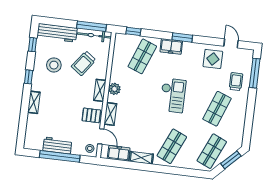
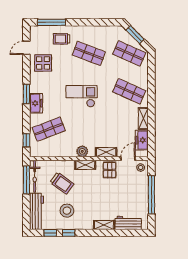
shop shelf: (142, 56) -> (49, 129), turned -42
window: (29, 77) -> (69, 233), moved
workbench: (57, 145) -> (128, 223), moved, turned 90

